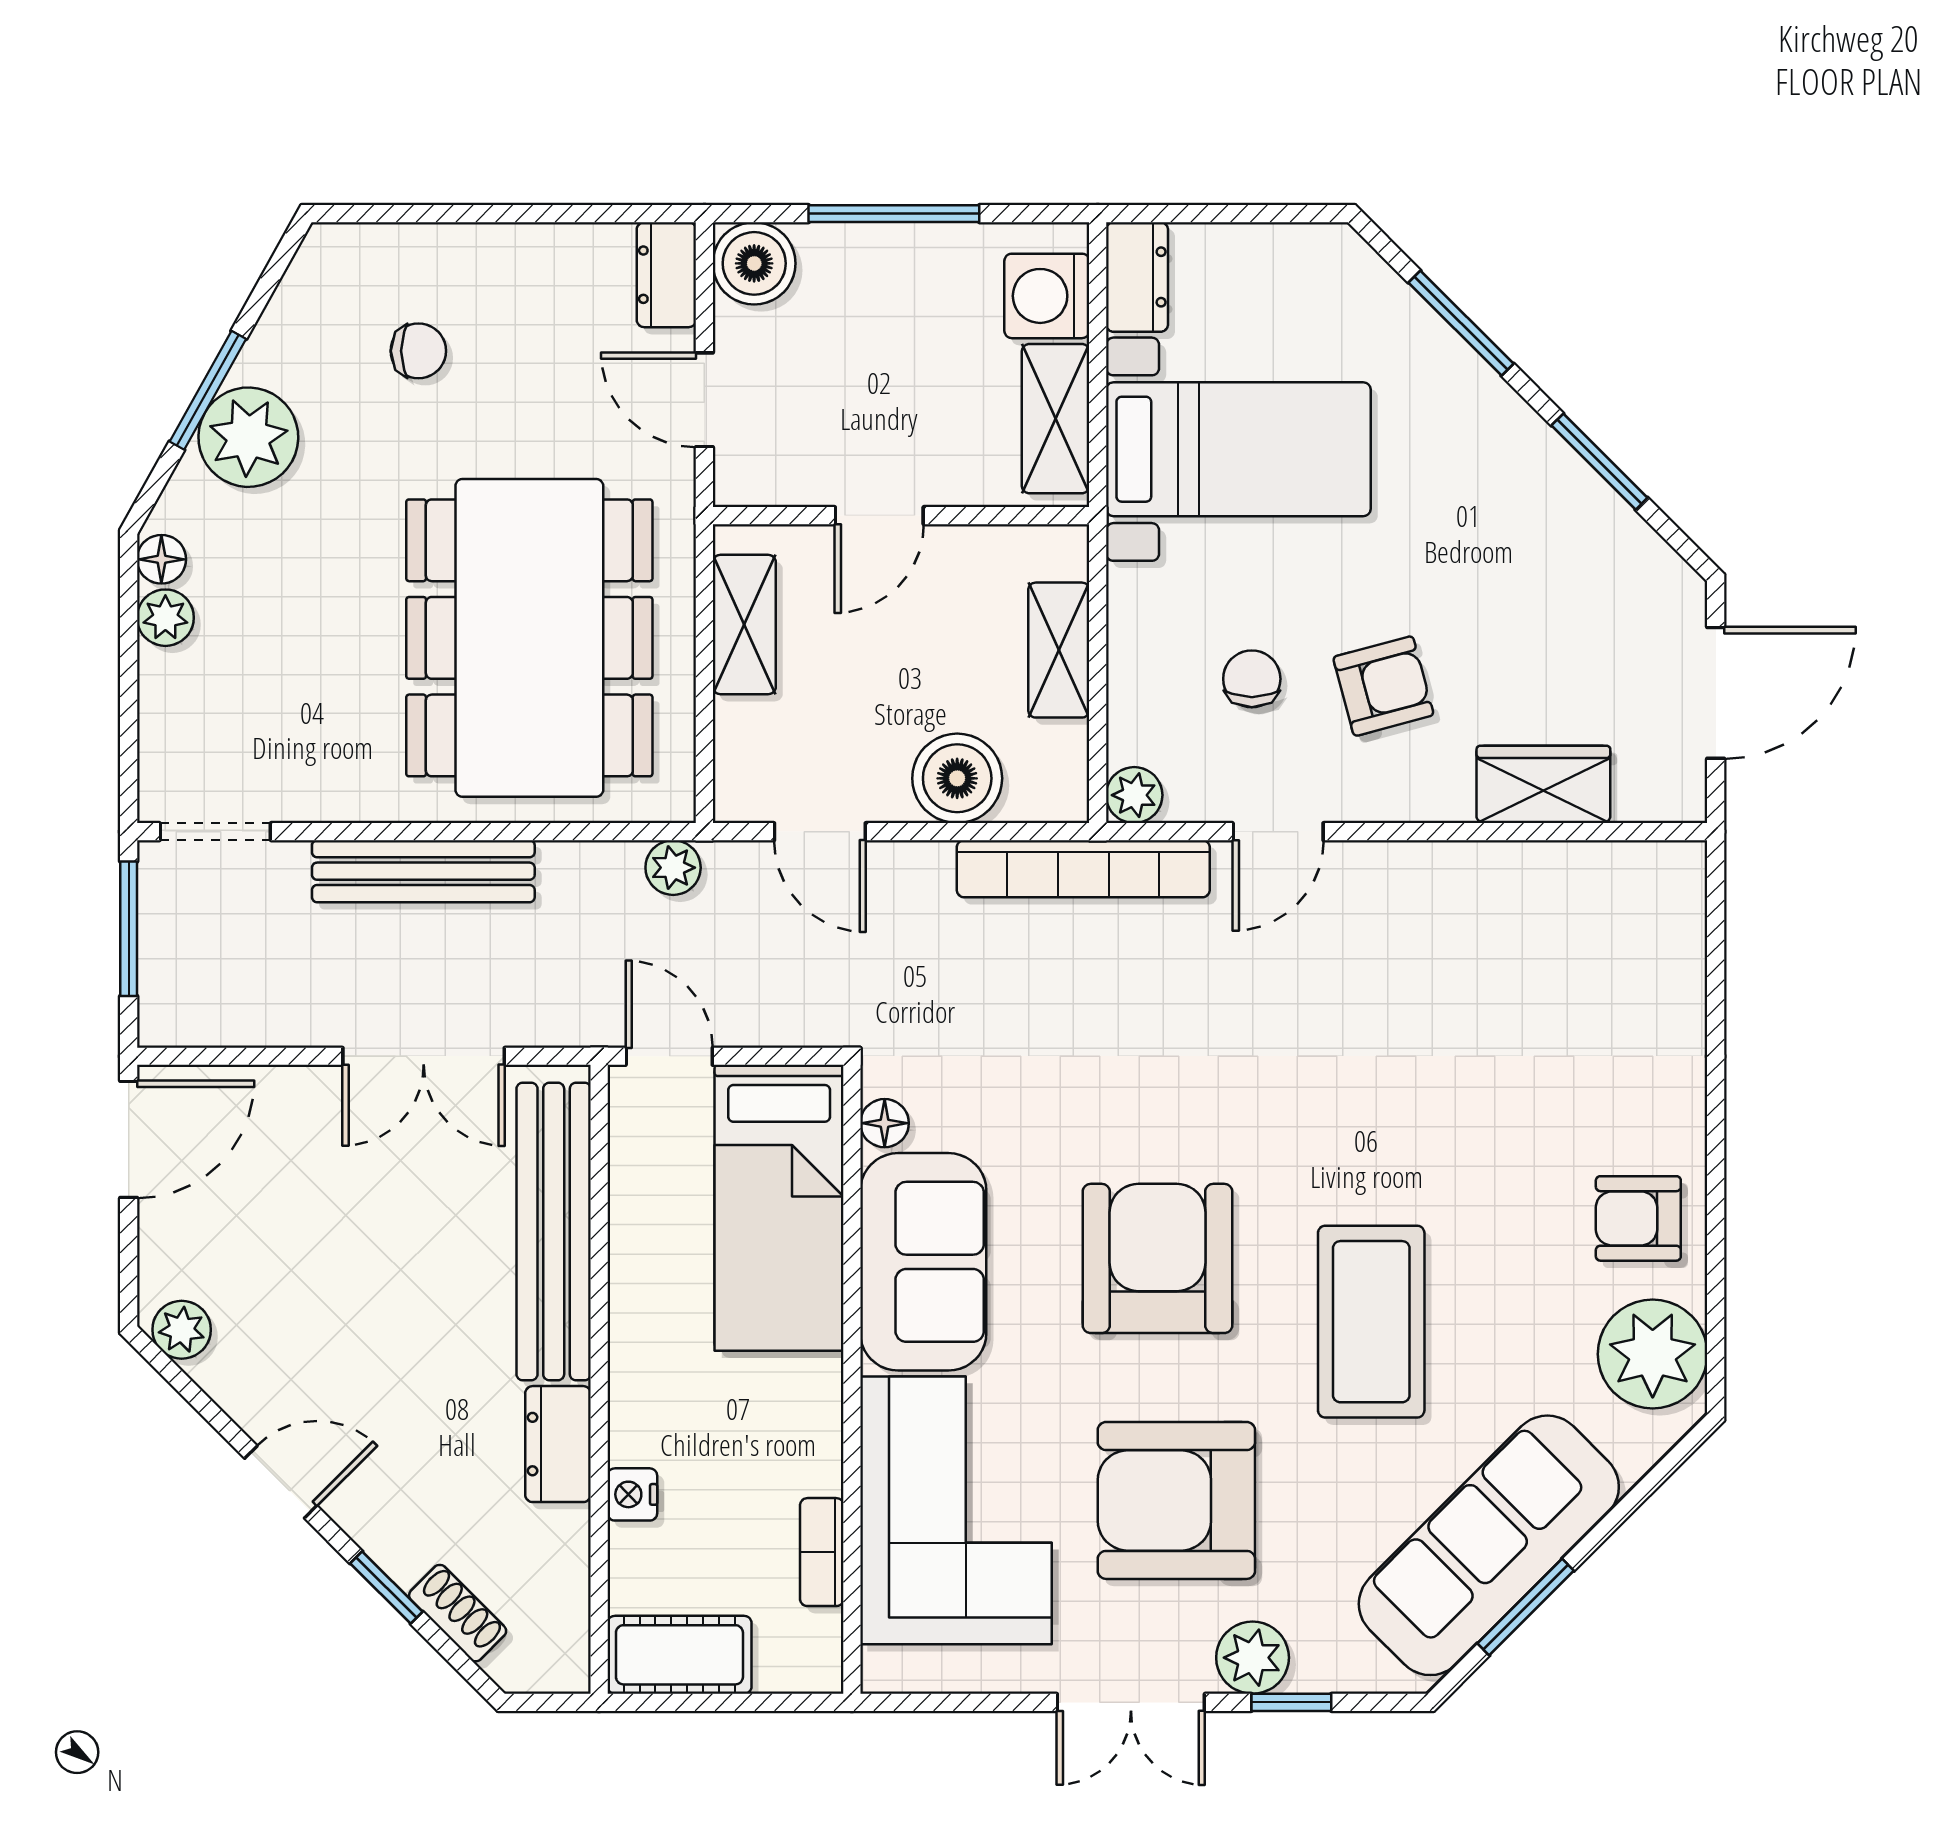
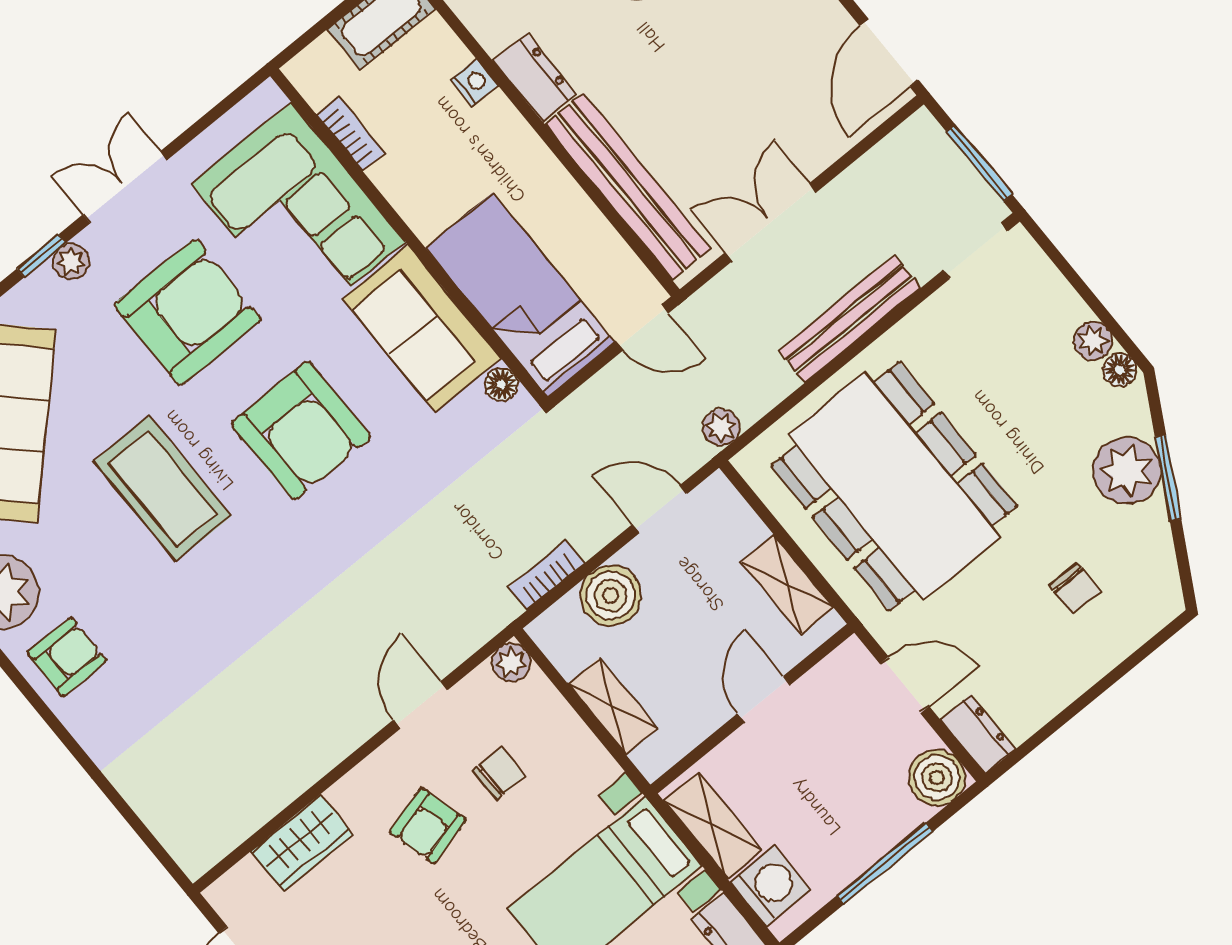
chair: (418, 351) -> (1075, 588), turned -90
chair: (1252, 679) -> (499, 773), turned -90
bookcase: (1083, 869) -> (547, 575), width x0.43, depth x0.76
plant: (1253, 1658) -> (71, 262), width x0.73, depth x0.73

